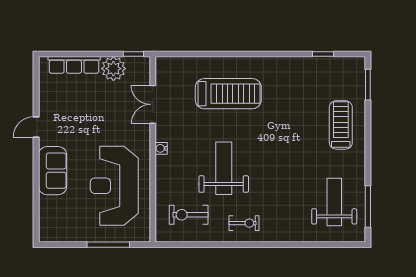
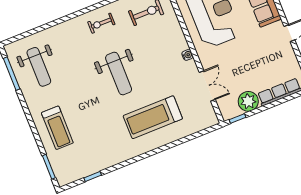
weight bench: (224, 168) -> (119, 73), moved

